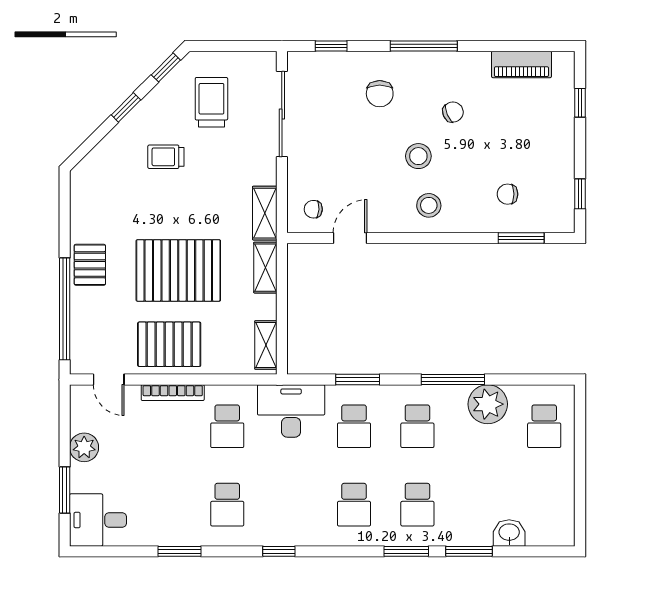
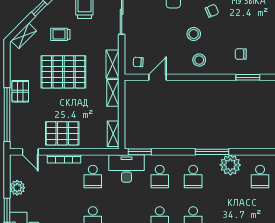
shelving: (96, 159) -> (24, 36), added
pallet: (178, 270) -> (63, 72), moved
window: (358, 380) -> (140, 152), moved

